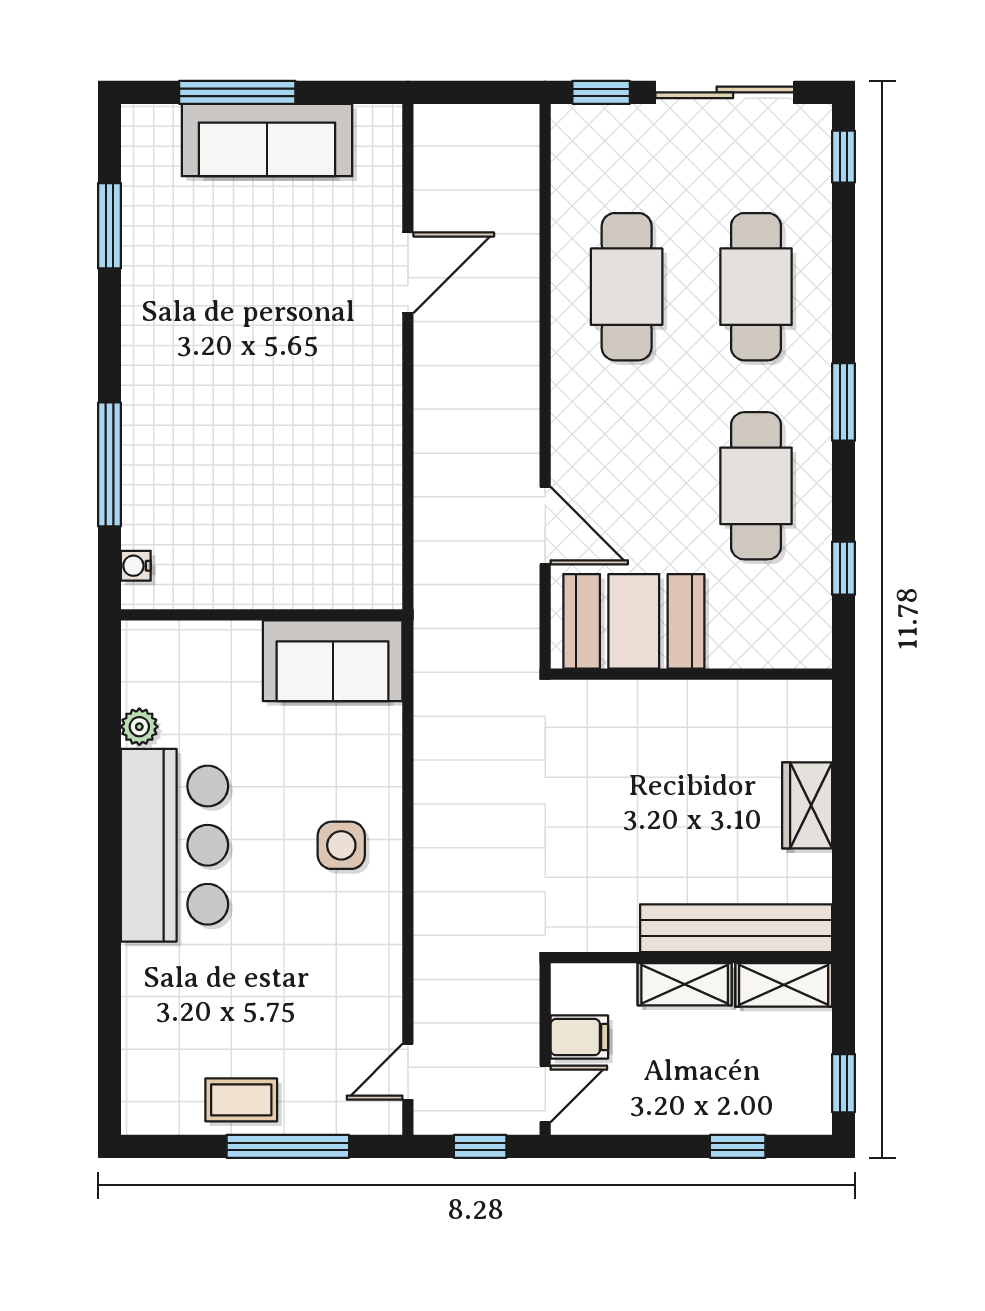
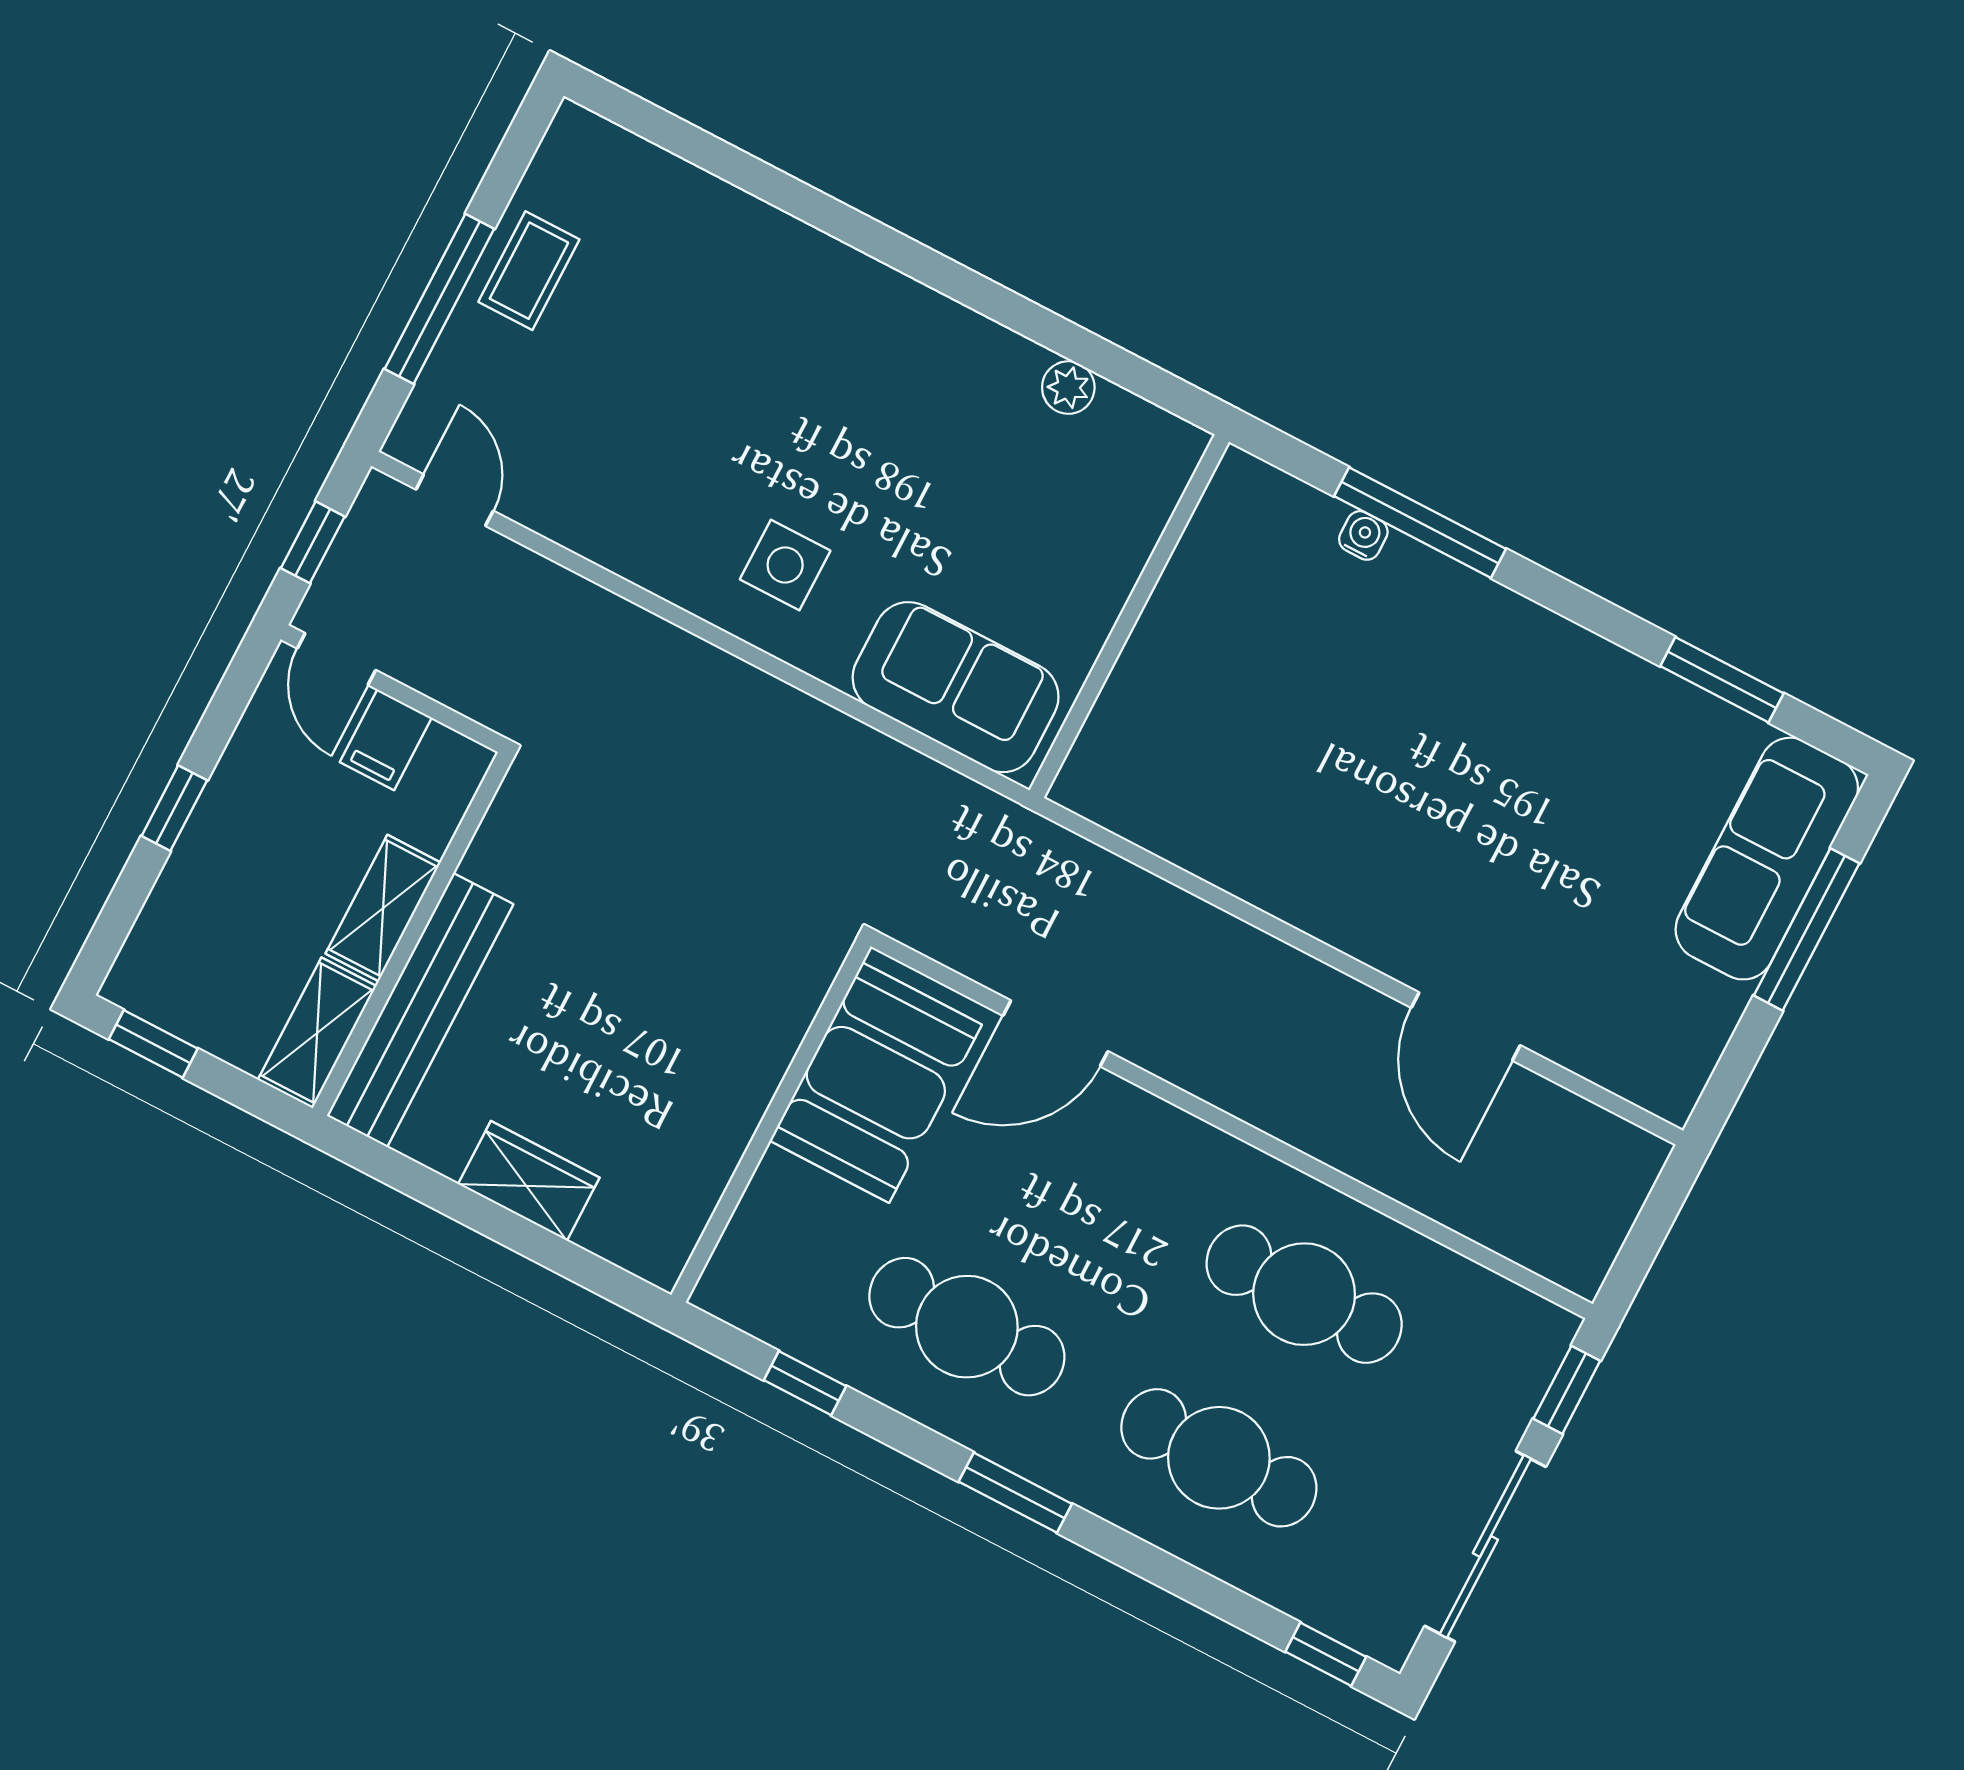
sofa: (267, 140) -> (1767, 859), moved
water cooler: (136, 566) -> (1363, 535), moved
sofa: (333, 661) -> (956, 687), moved, turned 90
bar counter: (174, 845) -> (895, 354), removed
window: (738, 1146) -> (174, 808), moved

